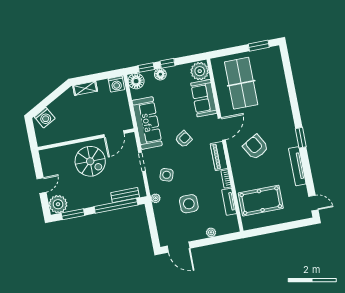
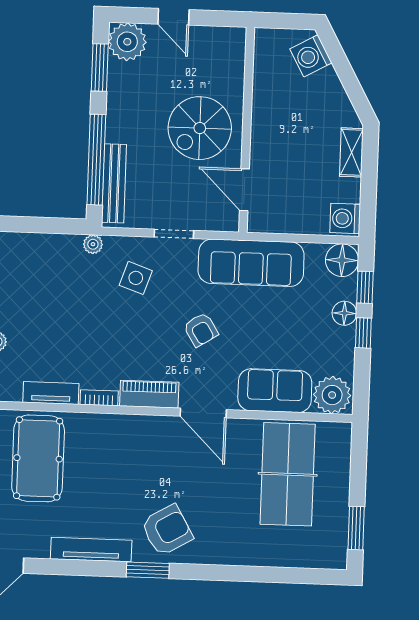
table tennis table: (241, 83) -> (288, 474), turned 90
armchair: (256, 147) -> (167, 530), moved
bench: (125, 195) -> (114, 183), width x1.36
side table: (189, 204) -> (66, 310), removed

